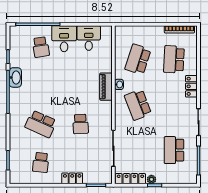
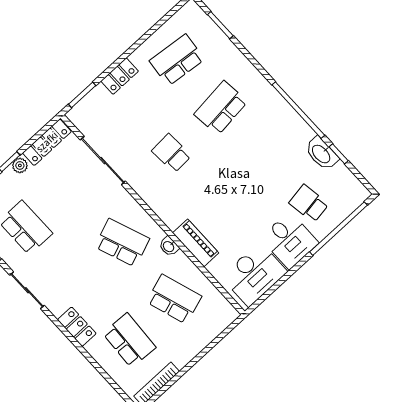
desk: (89, 38) -> (254, 274), width x1.37
school desk: (138, 59) -> (174, 299), turned -36
washbasin: (15, 77) -> (321, 154), moved
piano: (106, 87) -> (196, 243), moved
school desk: (41, 124) -> (221, 108), turned -30
school desk: (41, 162) -> (177, 60), width x1.85

